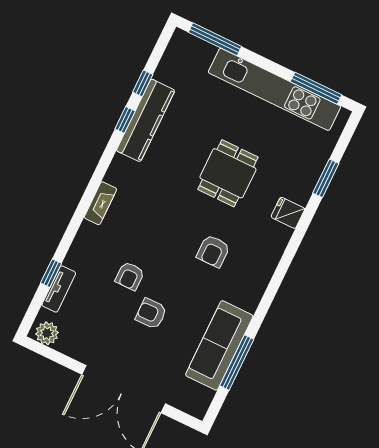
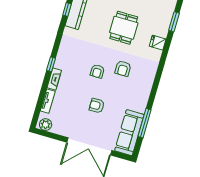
fireplace: (100, 203) -> (54, 79), moved
window: (51, 273) -> (51, 64), moved
armchair: (130, 276) -> (97, 71), moved
sofa: (219, 345) -> (129, 133), moved

